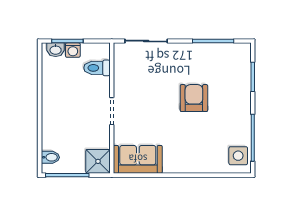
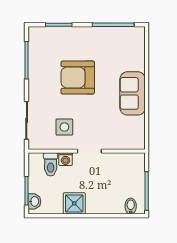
washing machine: (73, 50) -> (66, 159), moved, turned 90
armchair: (194, 98) -> (78, 77), width x1.36, depth x1.36
side table: (238, 156) -> (64, 127), moved
sofa: (138, 159) -> (133, 93), moved
shower: (98, 161) -> (74, 203), moved

